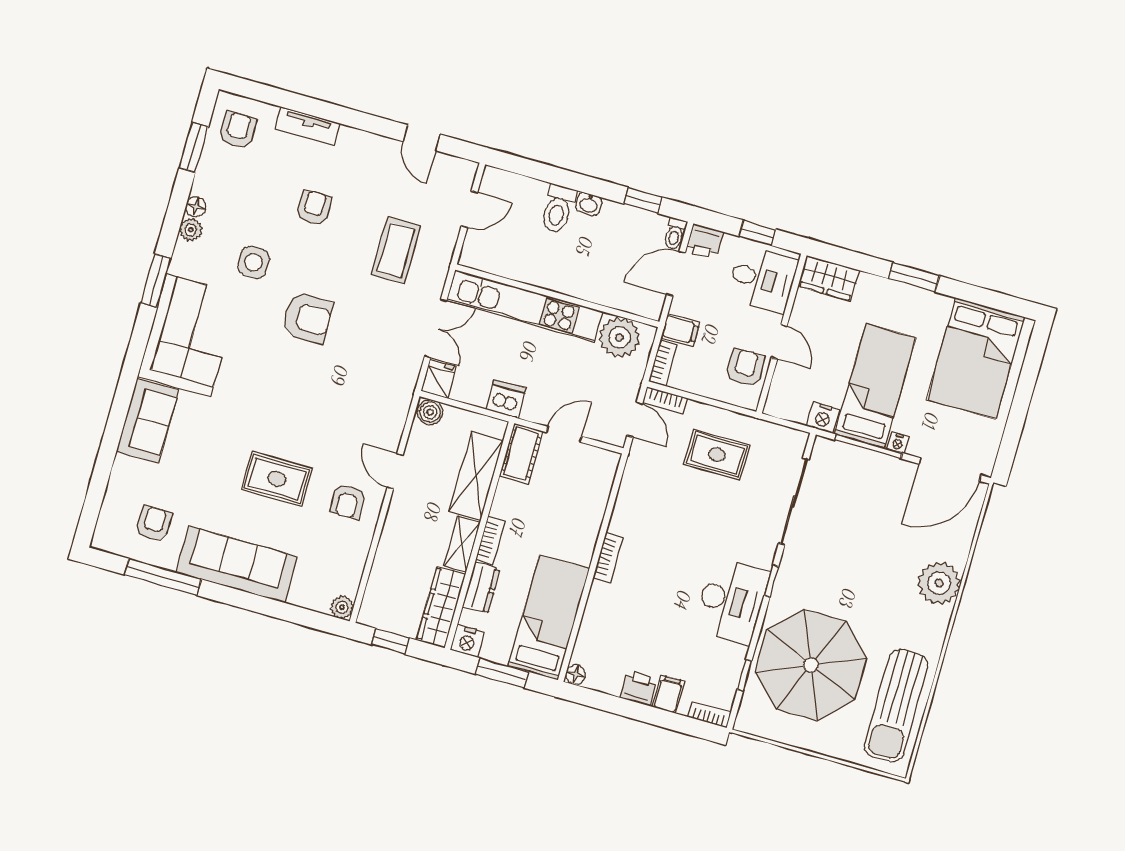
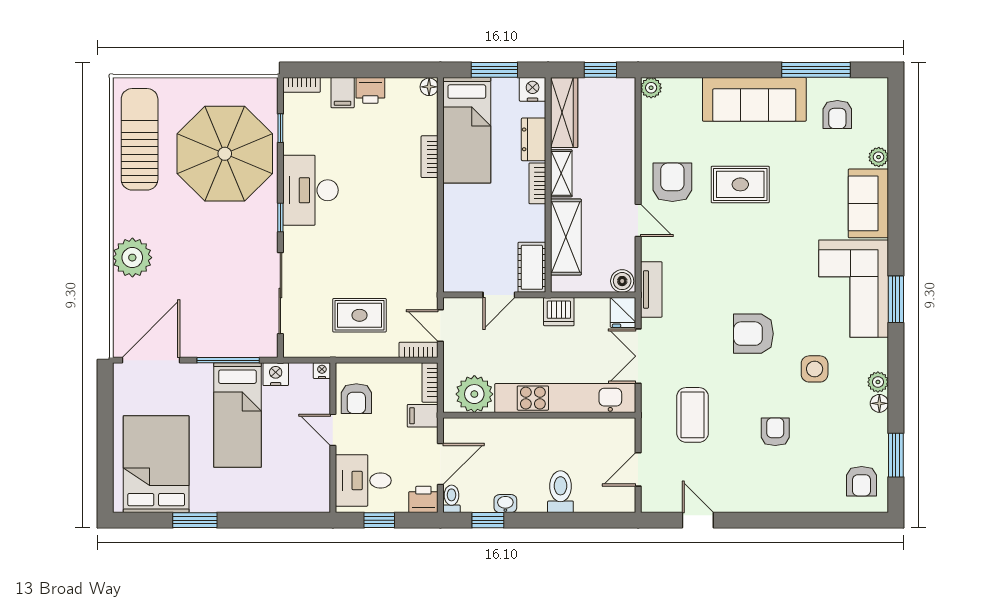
tv unit: (307, 126) -> (651, 289), moved, turned 90
washbasin: (589, 204) -> (505, 504), moved
armchair: (314, 208) -> (775, 432), turned 180
window: (914, 277) -> (195, 520), moved
wardrobe: (829, 278) -> (305, 498), removed
window: (156, 281) -> (896, 299), moved
nightstand: (898, 443) -> (322, 371), moved
plant: (123, 466) -> (879, 157), added
armchair: (348, 501) -> (672, 182), width x1.38, depth x1.38
bookcase: (608, 557) -> (430, 157), moved

